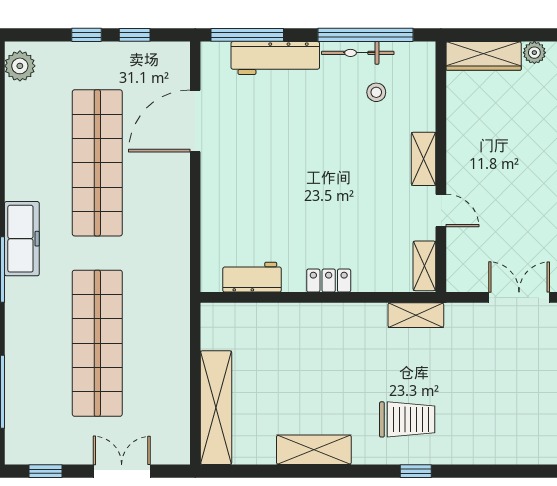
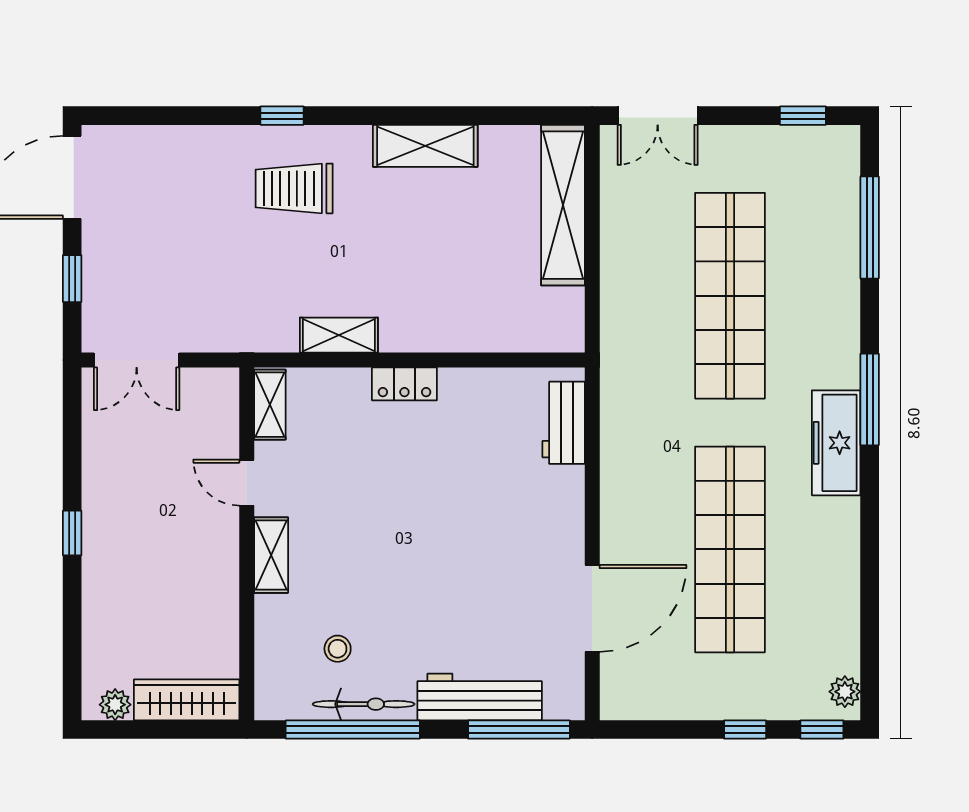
window: (135, 35) -> (822, 729), moved
plant: (20, 66) -> (845, 692), width x0.73, depth x0.73
workbench: (252, 277) -> (564, 423), moved, turned 90
shelving: (416, 315) -> (339, 335), moved
double door: (122, 471) -> (658, 116), moved

